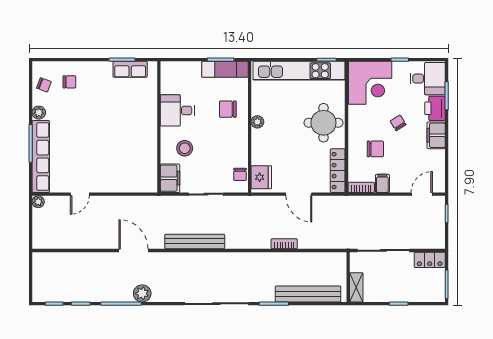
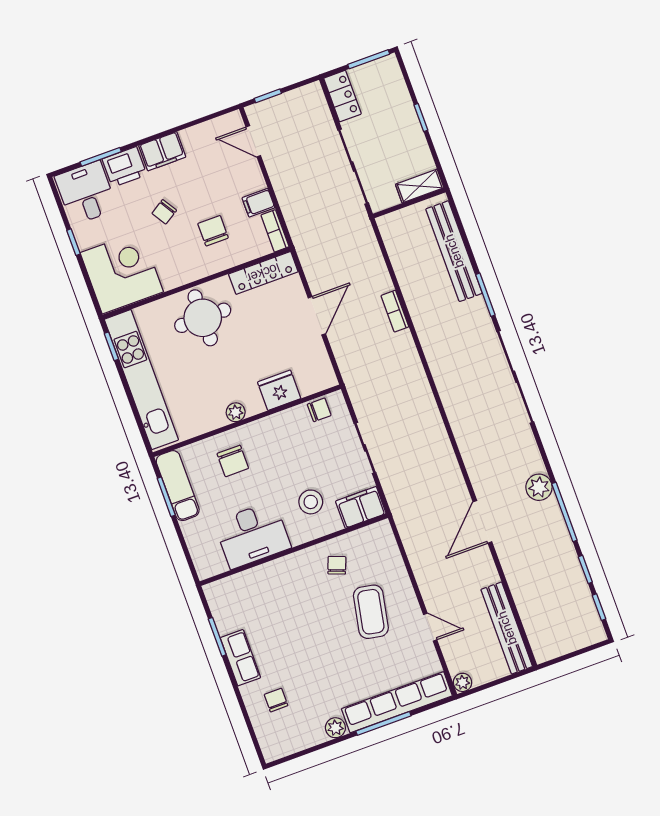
row of seats: (130, 69) -> (240, 658), moved
chair: (44, 85) -> (337, 565), moved
desk: (177, 110) -> (252, 535), width x1.37
coffee table: (103, 161) -> (371, 612), added
fridge: (261, 177) -> (279, 390), moved
bench: (195, 241) -> (507, 628), moved

